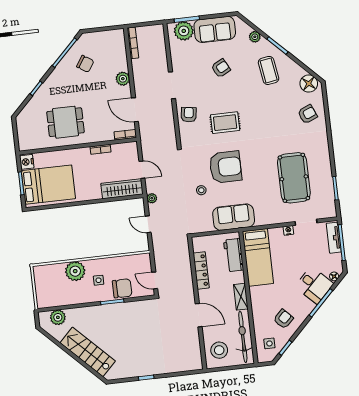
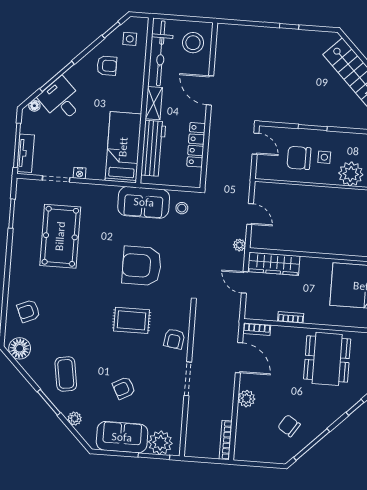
dining table: (65, 122) -> (327, 359), width x1.38
stool: (201, 190) -> (182, 208), moved
workbench: (234, 255) -> (153, 148), width x1.38
chair: (122, 288) -> (299, 158), moved
armchair: (283, 319) -> (107, 66), turned -136

